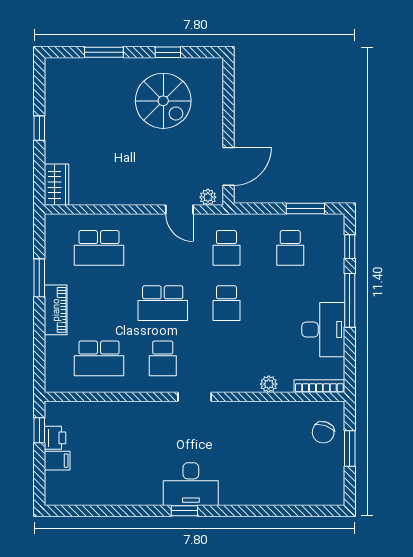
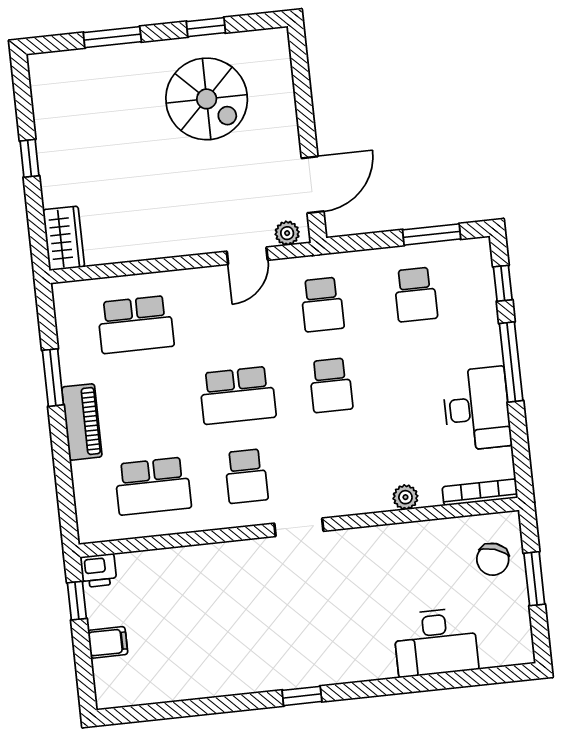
door: (179, 210) -> (247, 256), hinge flipped
printer: (55, 438) -> (98, 570), moved, turned 90
desk: (191, 484) -> (436, 642), moved

